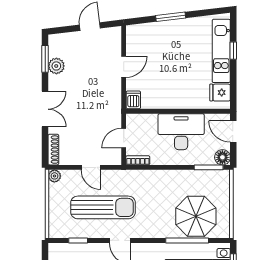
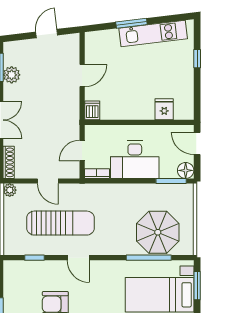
kitchen unit: (221, 51) -> (153, 33), moved, turned -97
fridge: (220, 93) -> (164, 109), moved, turned 90
desk: (181, 132) -> (135, 160), moved, turned 180

